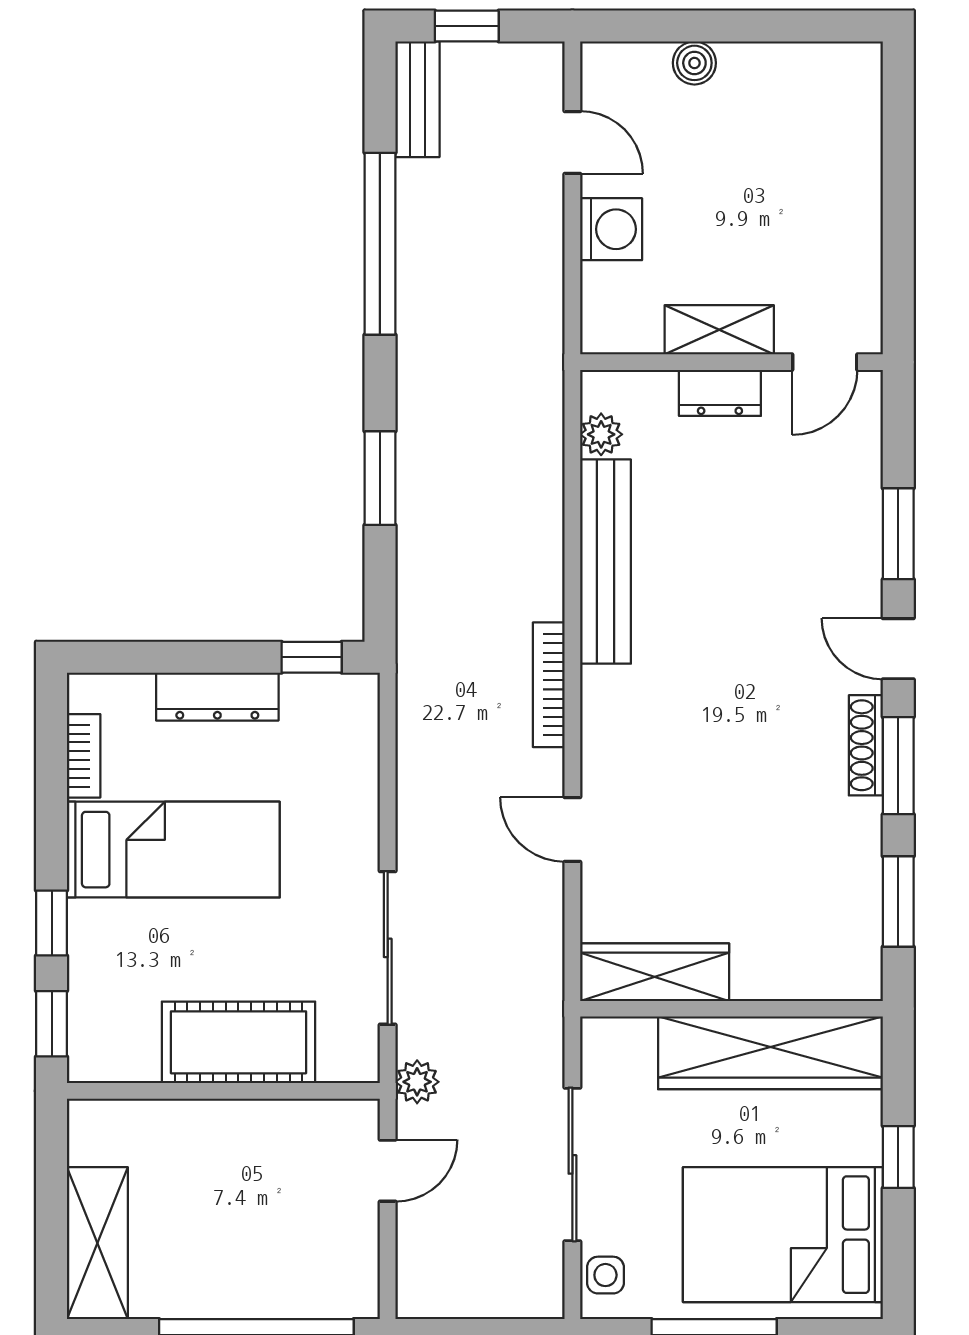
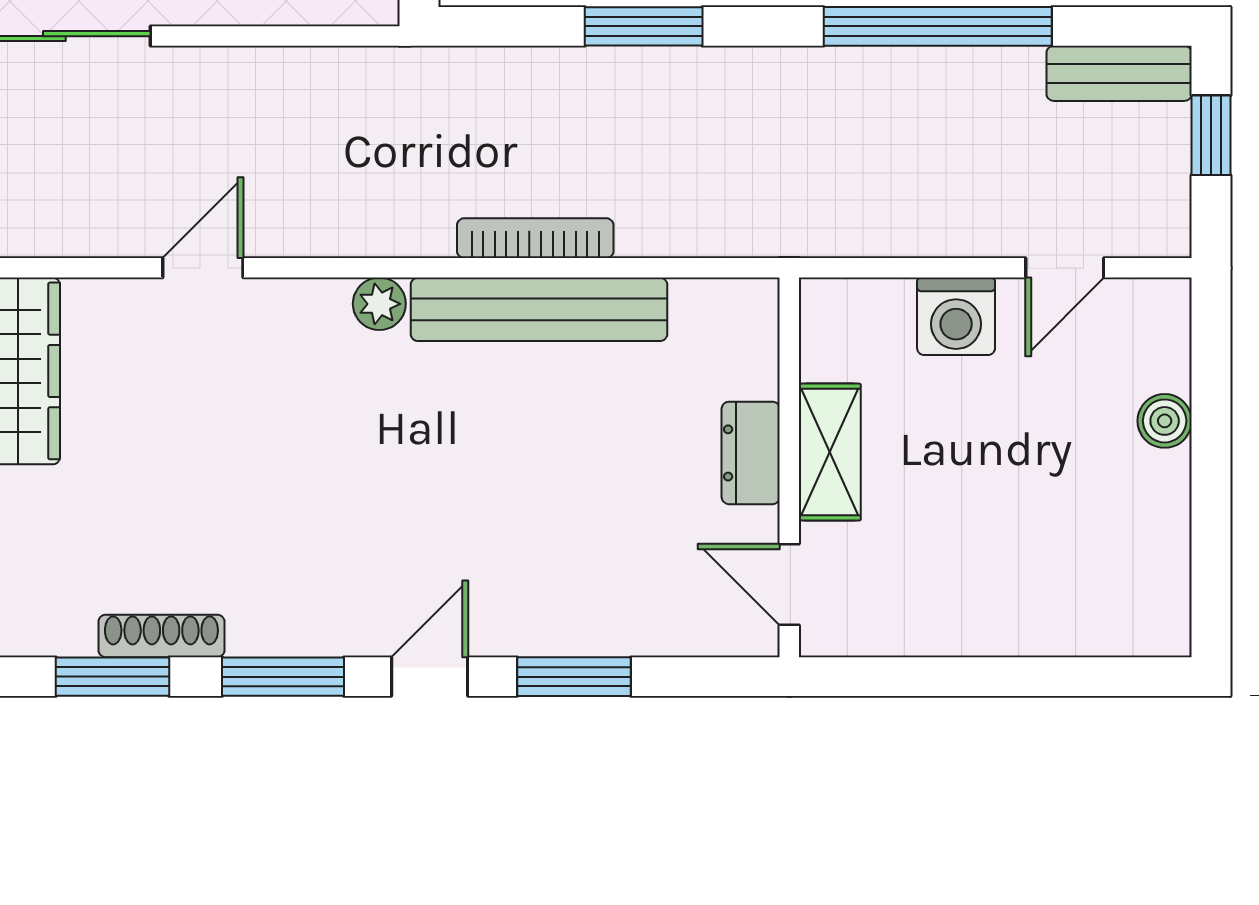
plant: (601, 434) -> (379, 304), moved
bookcase: (549, 685) -> (535, 238), moved
shoe rack: (866, 745) -> (161, 636), moved

